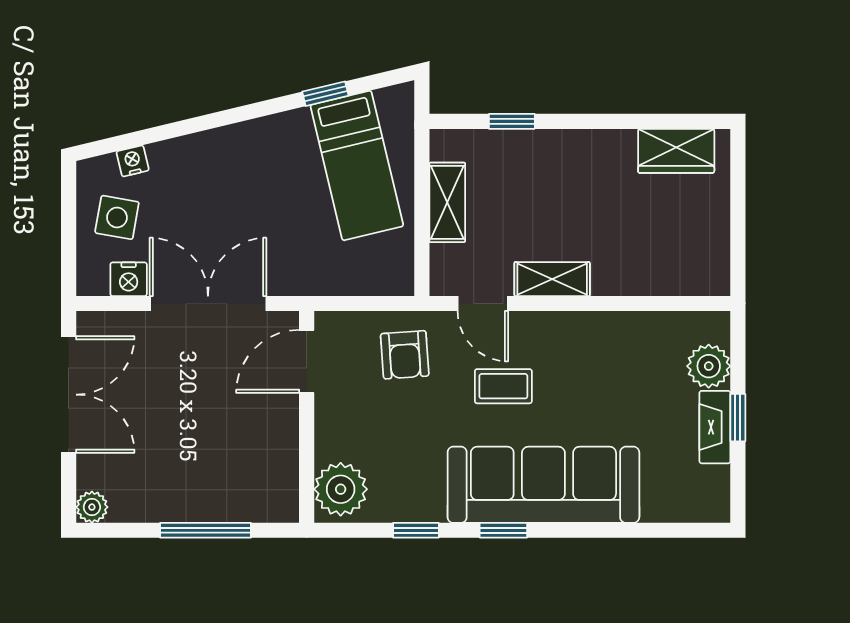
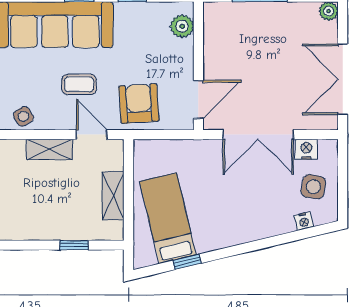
side table: (595, 333) -> (23, 116), added
armchair: (405, 355) -> (139, 103), width x1.38, depth x1.38
plant: (341, 489) -> (182, 26), width x0.73, depth x0.73

